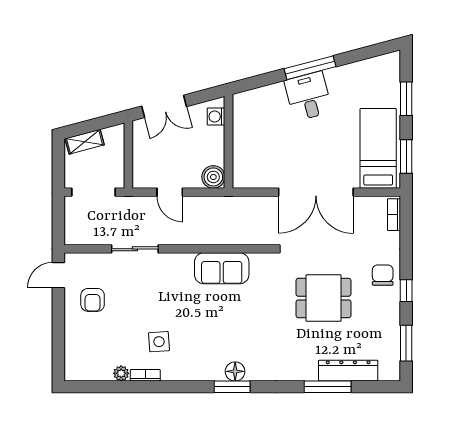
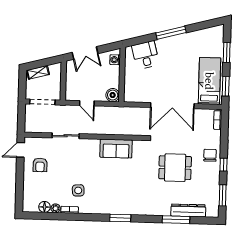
desk: (308, 96) -> (145, 55), moved
floor lamp: (235, 371) -> (45, 207), moved

